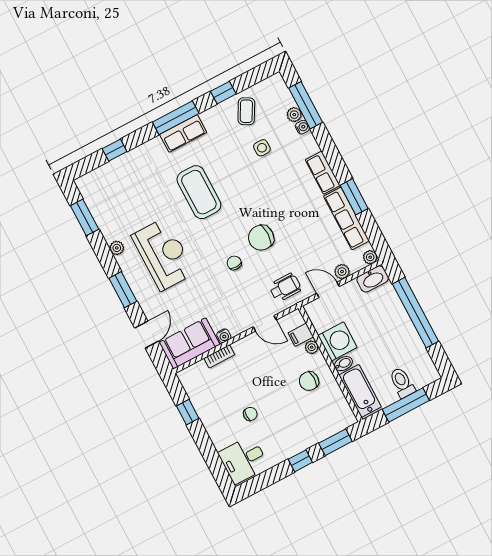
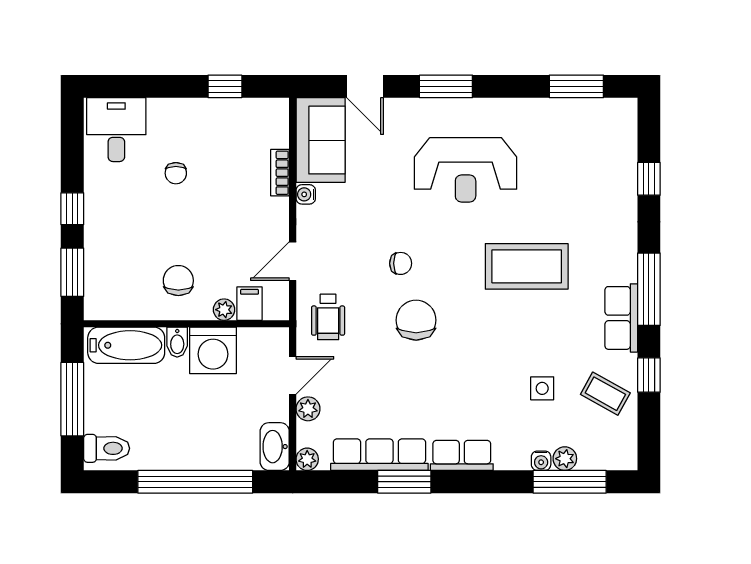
row of seats: (183, 133) -> (621, 318), moved
plant: (117, 248) -> (509, 109), removed
toilet: (402, 383) -> (107, 448), moved

